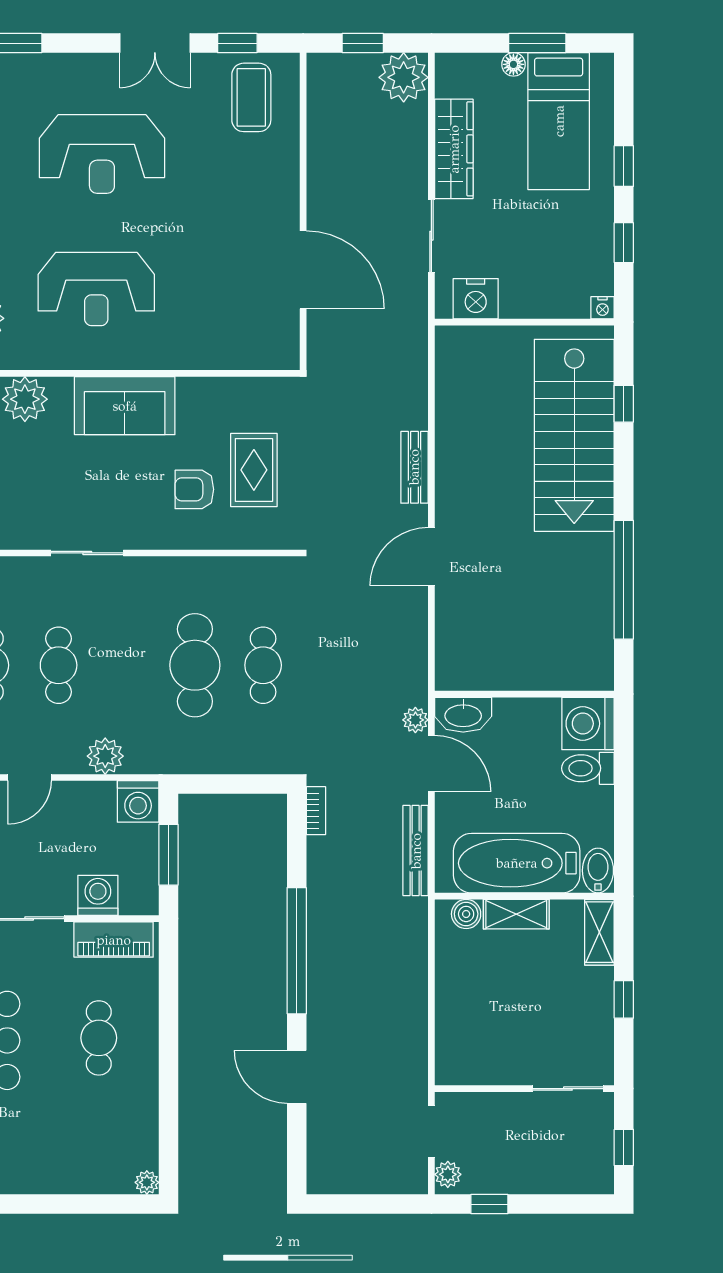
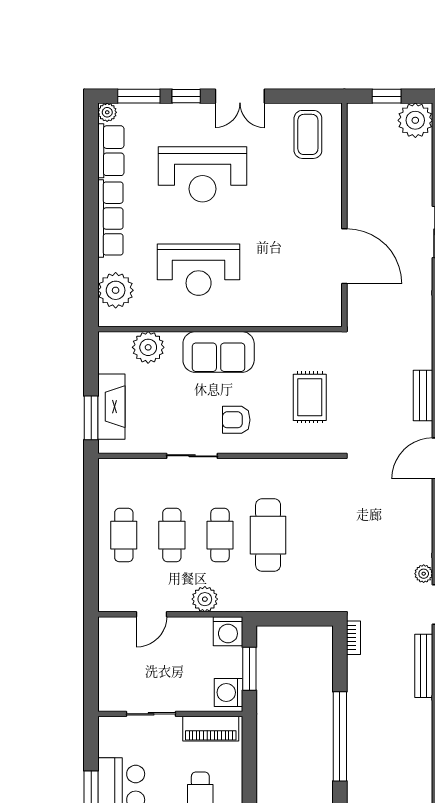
window: (237, 43) -> (186, 96), moved
armchair: (194, 489) -> (236, 420), moved
cafe table: (263, 665) -> (220, 535), moved
washing machine: (98, 895) -> (228, 692), moved, turned -90

